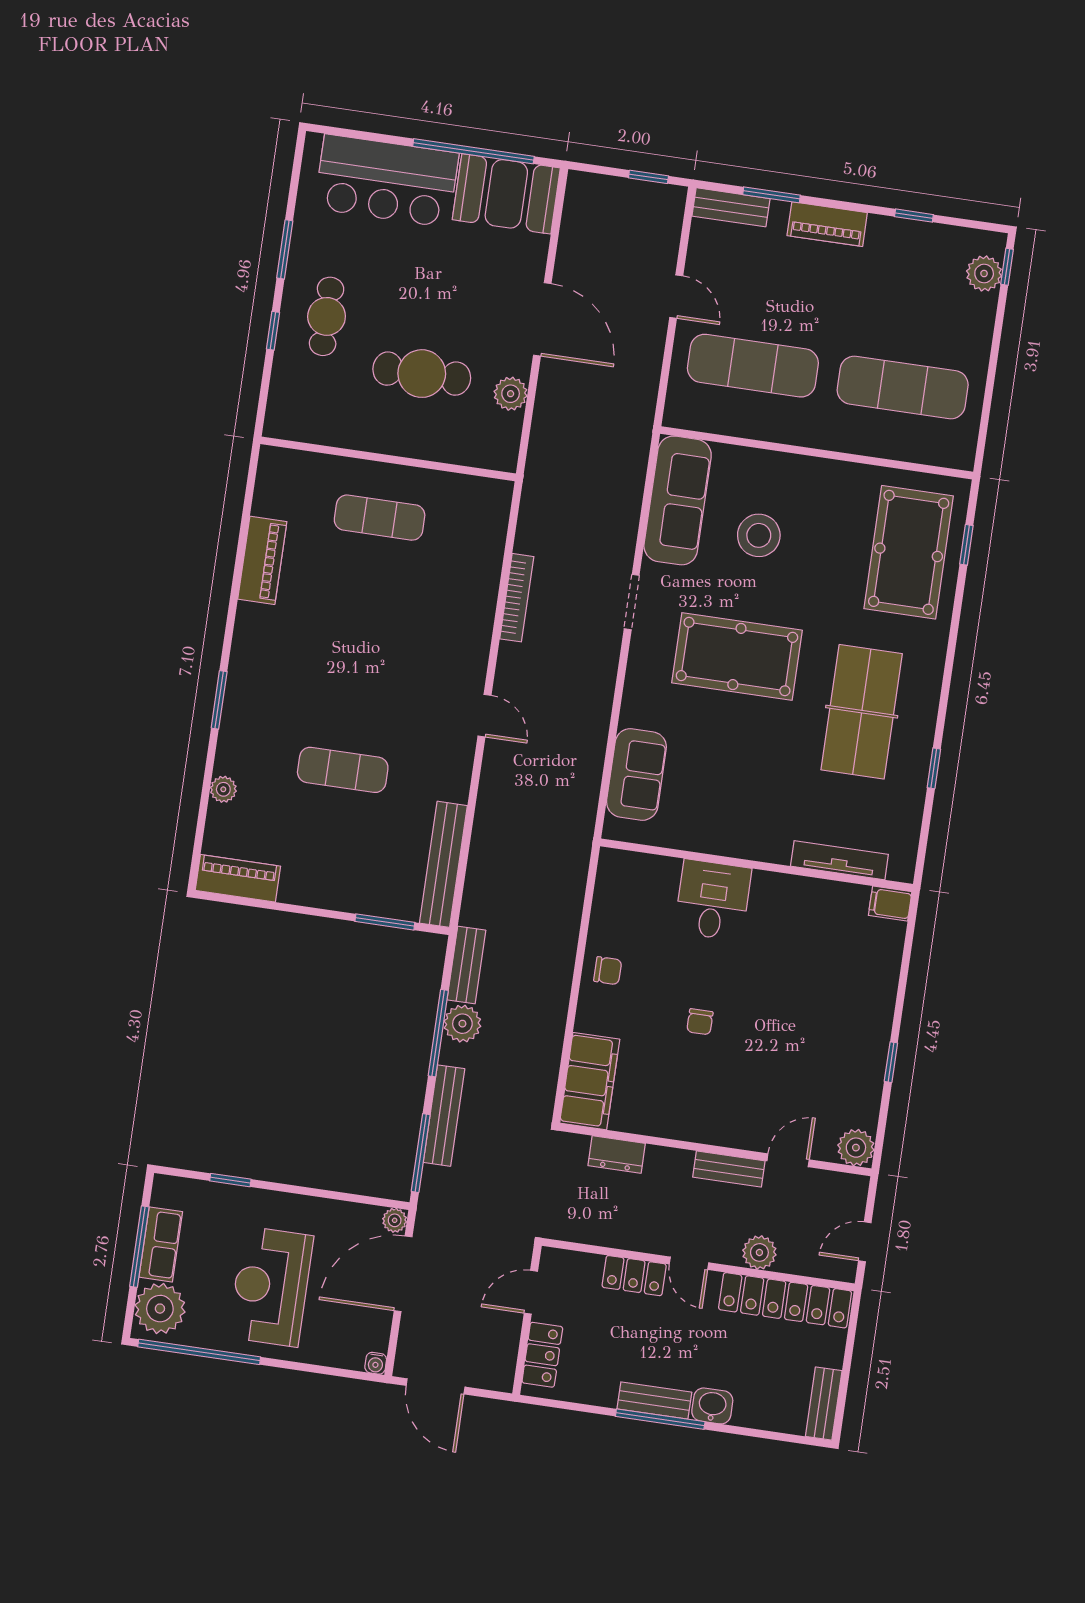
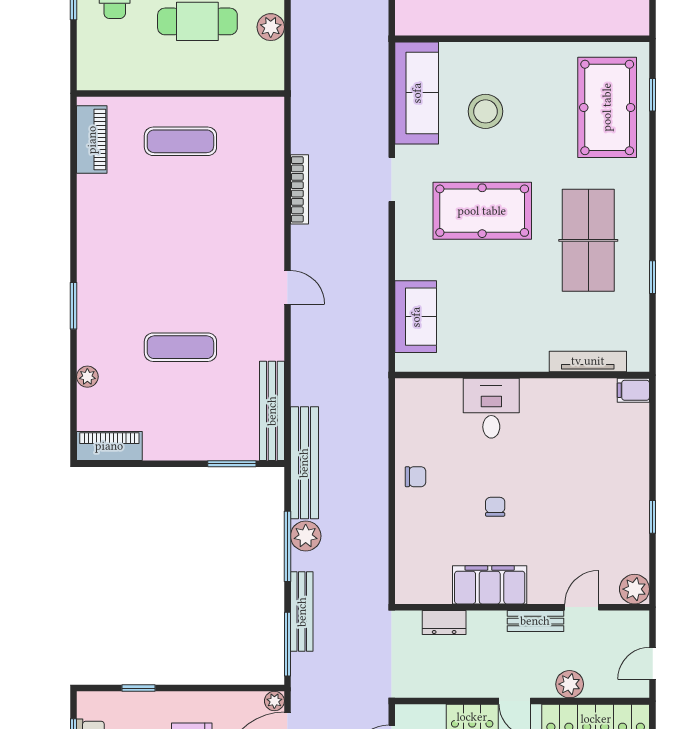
piano: (262, 560) -> (92, 140), moved
bench: (466, 965) -> (304, 463), width x1.86, depth x1.21
chair: (700, 1022) -> (495, 507), turned 180
filing cabinet: (590, 1081) -> (490, 585), moved, turned -90

